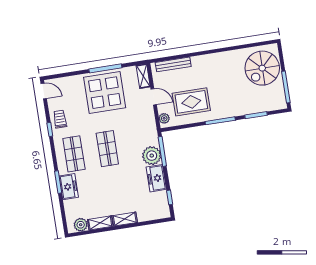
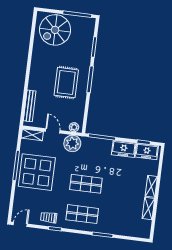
spiral stairs: (262, 68) -> (55, 30), turned 90
door: (154, 97) -> (53, 131), hinge flipped
rug: (191, 102) -> (66, 83), moved
plant: (152, 156) -> (72, 143), moved
freezer: (69, 187) -> (147, 151), moved, turned 180
plant: (81, 225) -> (145, 226), removed

